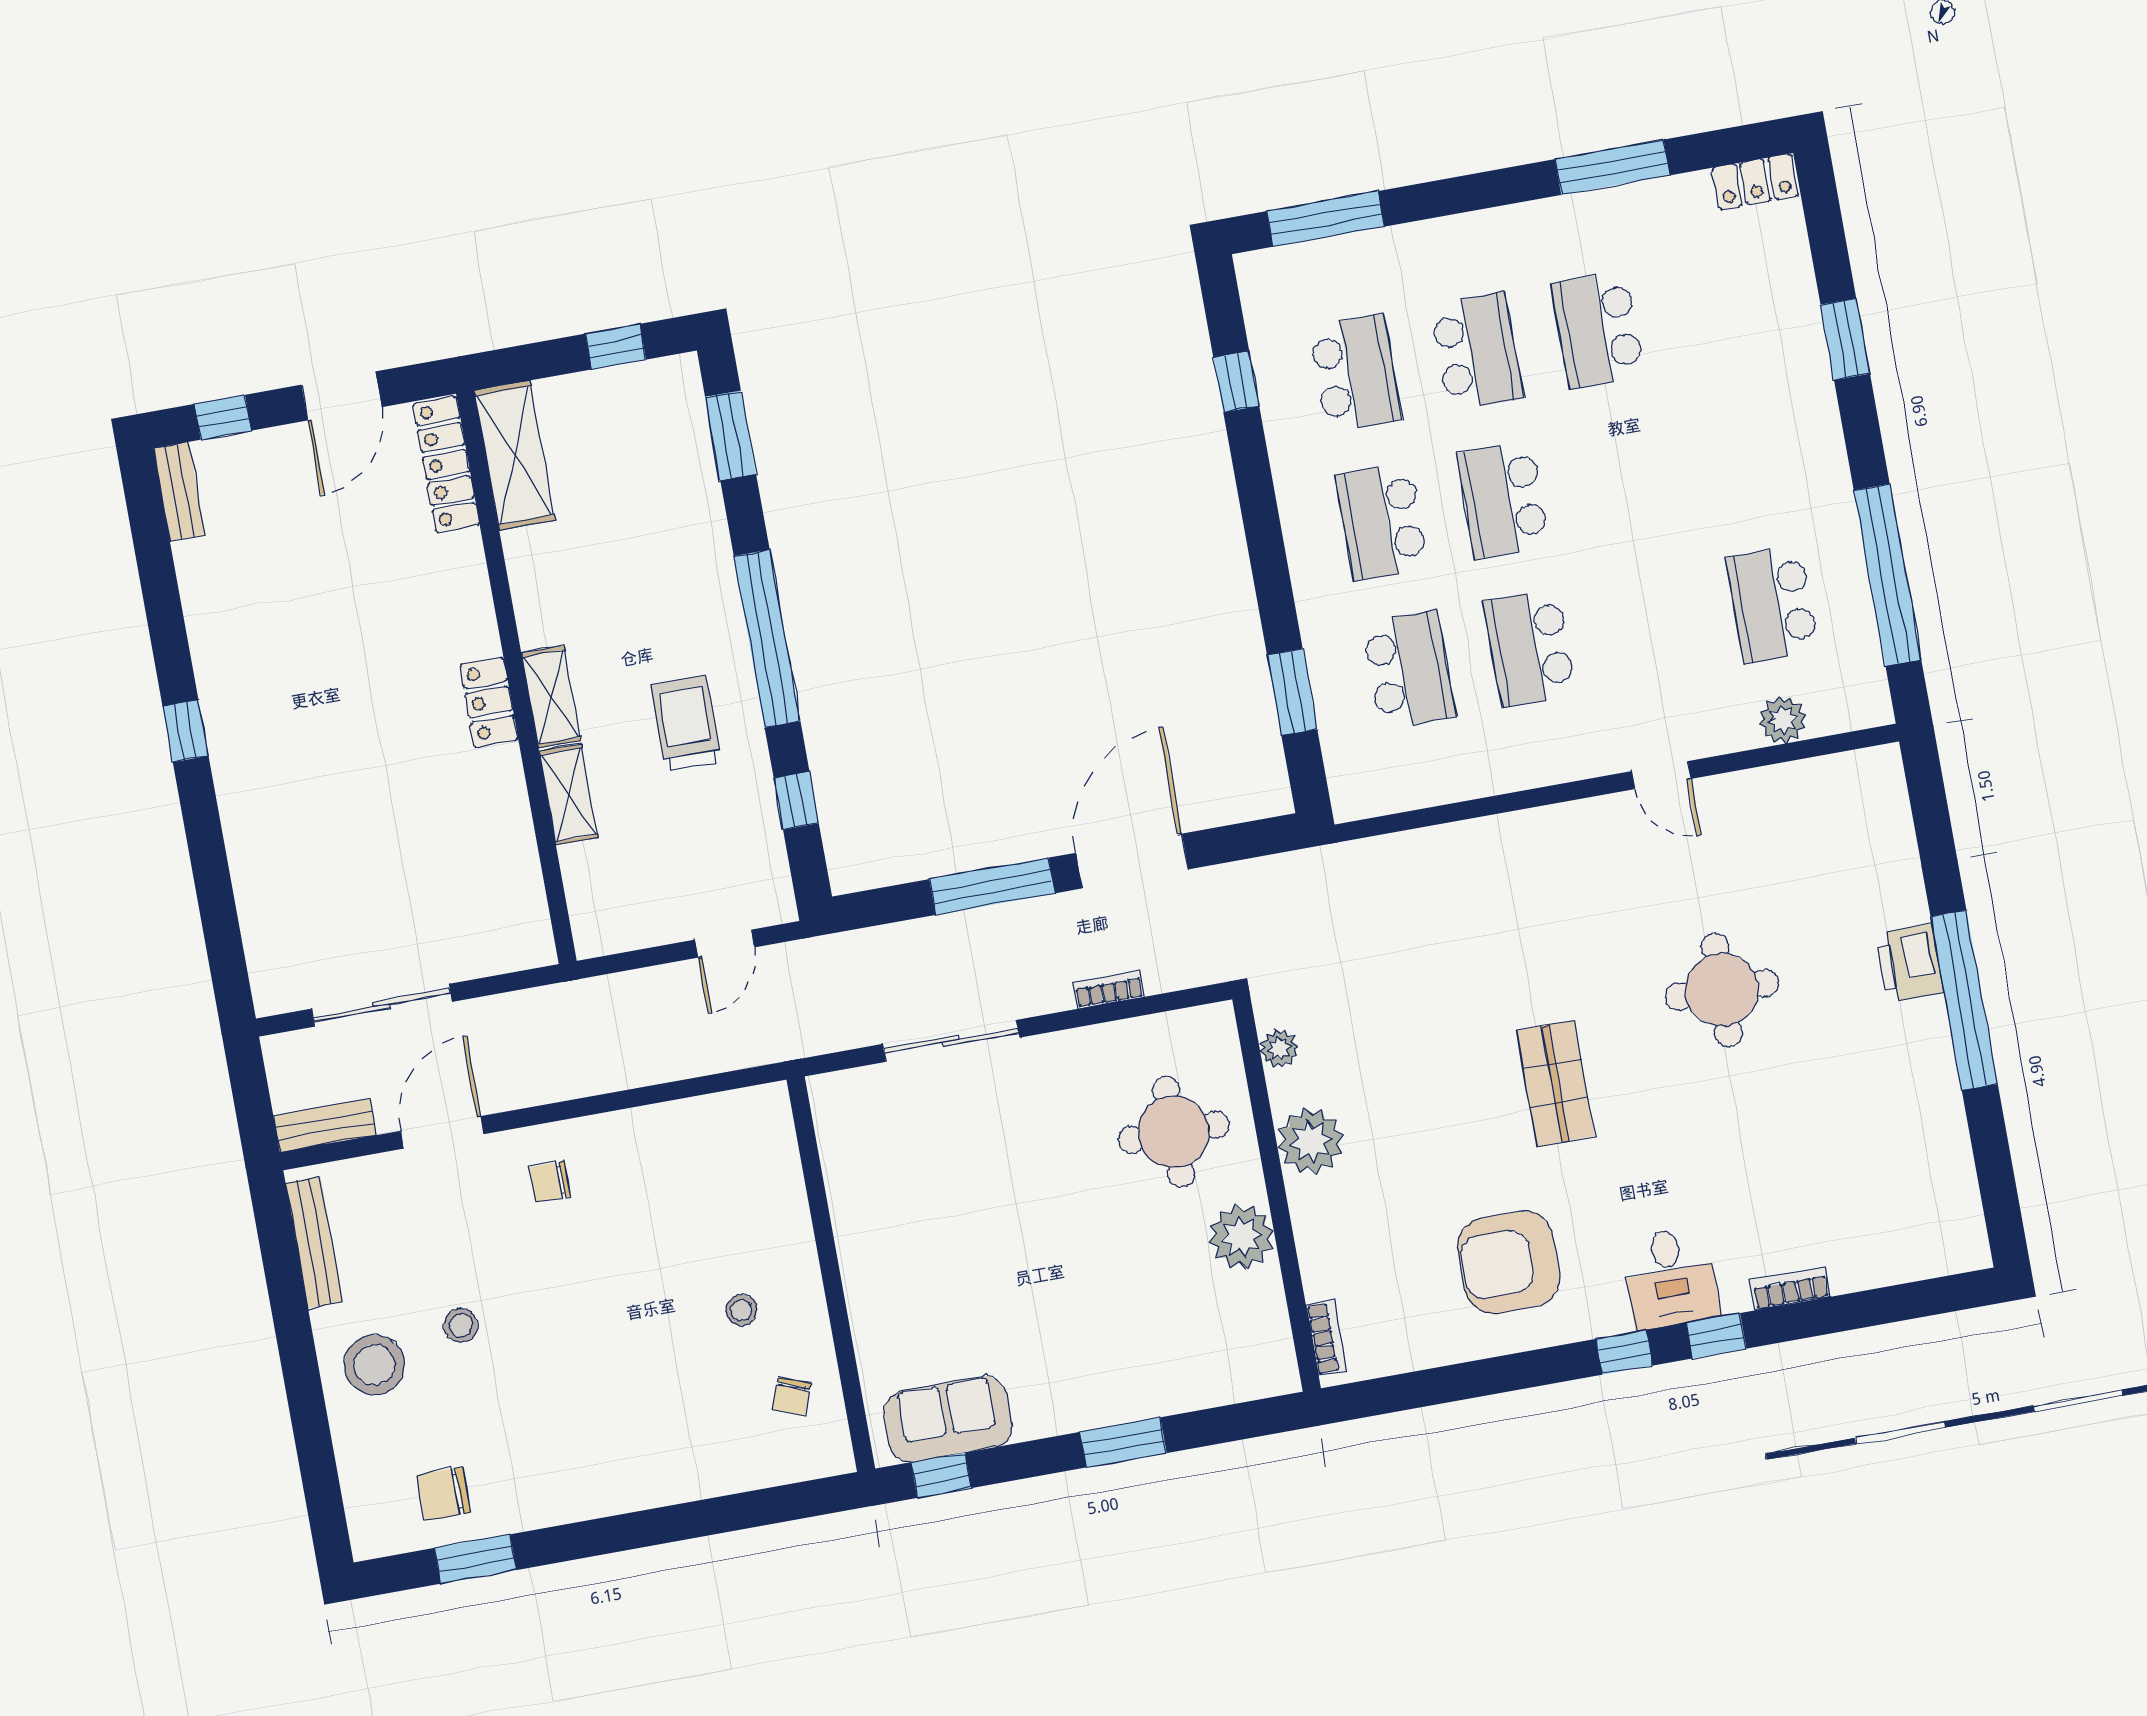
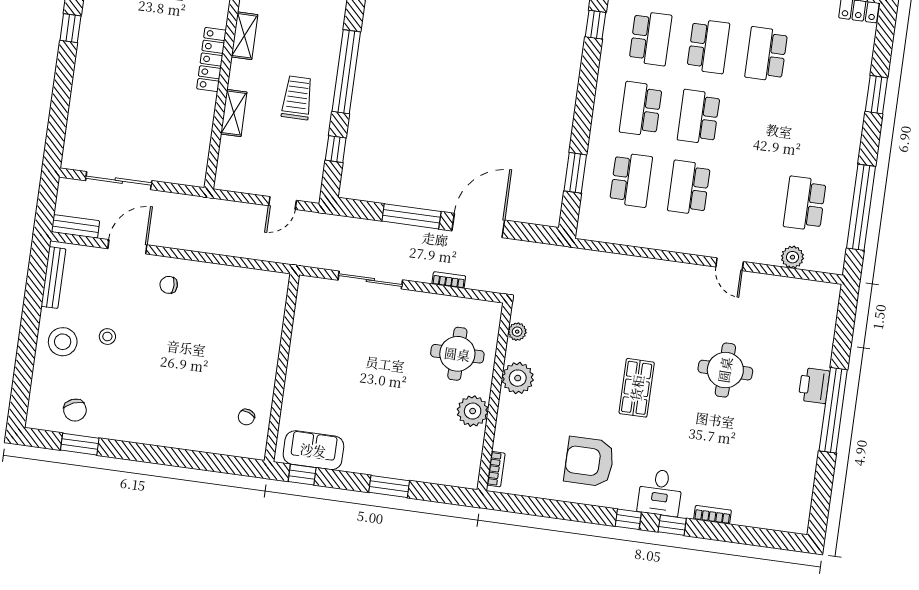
shelving: (551, 697) -> (245, 36), moved
locker: (489, 702) -> (211, 60), width x1.53
stool: (741, 1310) -> (236, 371), removed
chair: (444, 1494) -> (75, 410), turned -112

